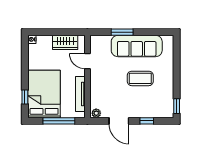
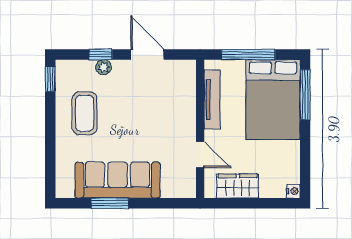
window: (122, 32) -> (110, 203), moved
coffee table: (140, 78) -> (85, 113), moved, turned 90
window: (25, 97) -> (305, 95), width x2.17
plant: (96, 113) -> (103, 67), moved

